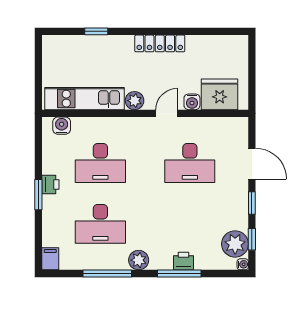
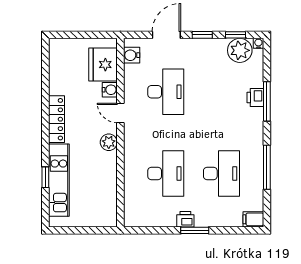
kitchen unit: (84, 99) -> (59, 180), moved, turned 180
water cooler: (62, 126) -> (132, 55), moved
plant: (139, 260) -> (255, 139), removed

